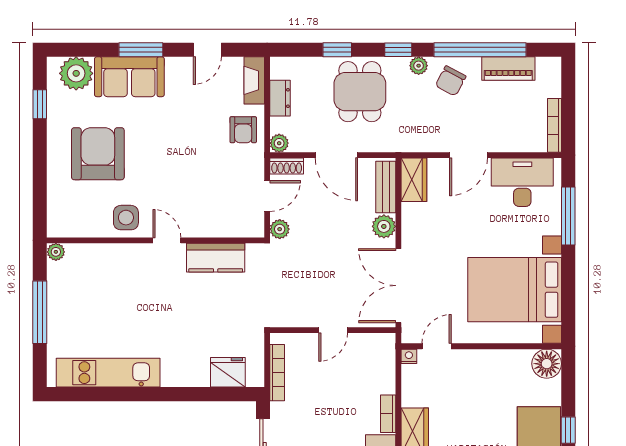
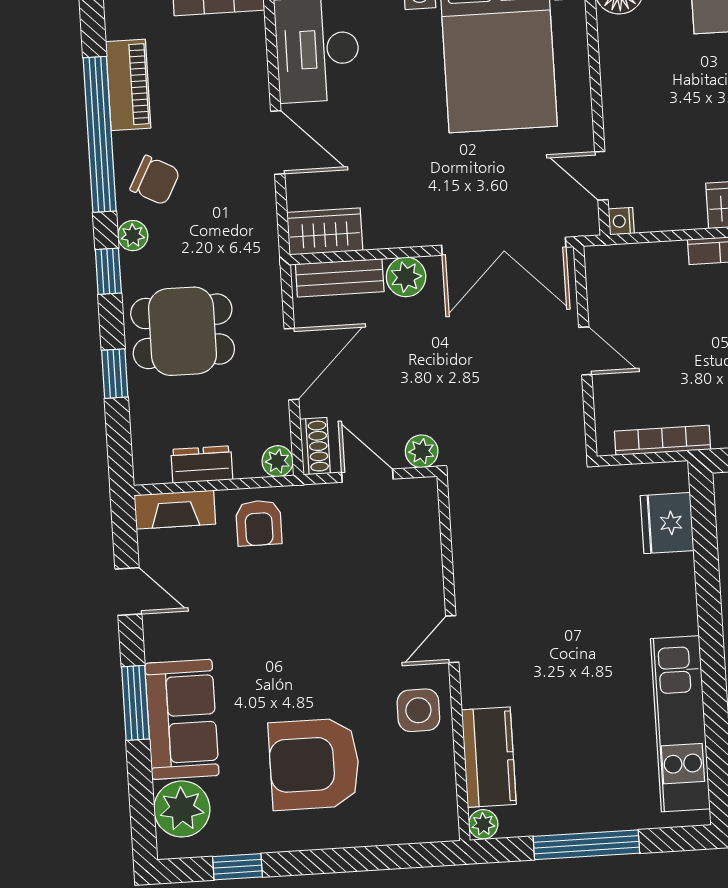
armchair: (243, 130) -> (259, 523), turned 90
kitchen counter: (216, 258) -> (489, 757), moved

